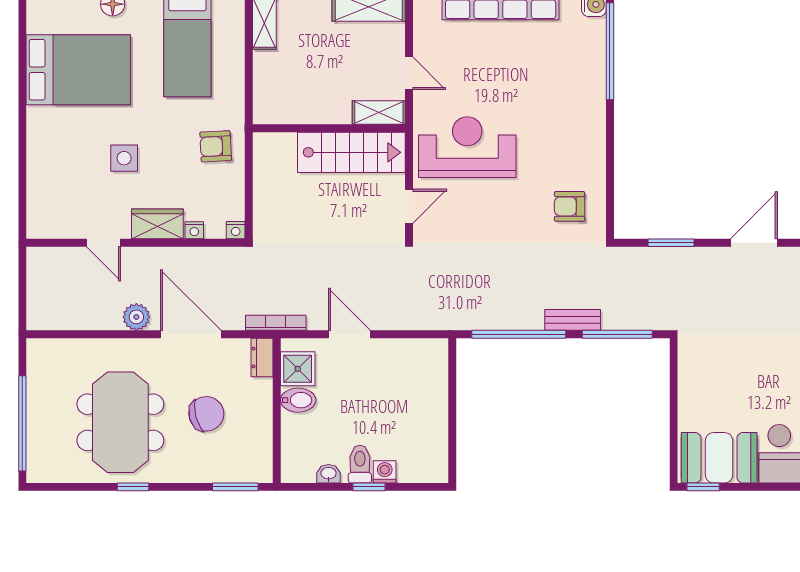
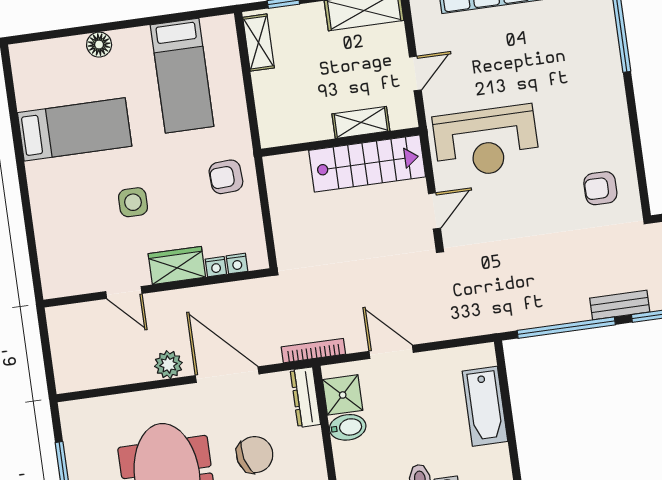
bed: (78, 70) -> (75, 129), width x0.67
door: (409, 73) -> (415, 74), hinge flipped
shelving: (379, 113) -> (361, 122), moved
reception desk: (467, 147) -> (486, 142), turned 180
nightstand: (236, 230) -> (237, 264), moved
dresser: (262, 357) -> (305, 397), width x1.44
bathtub: (431, 398) -> (485, 406), added

